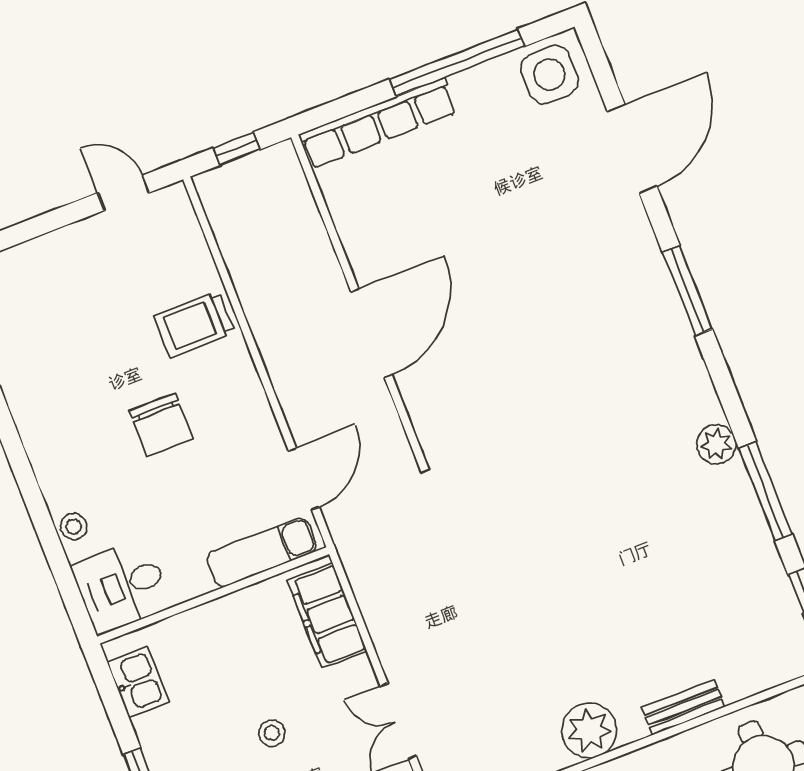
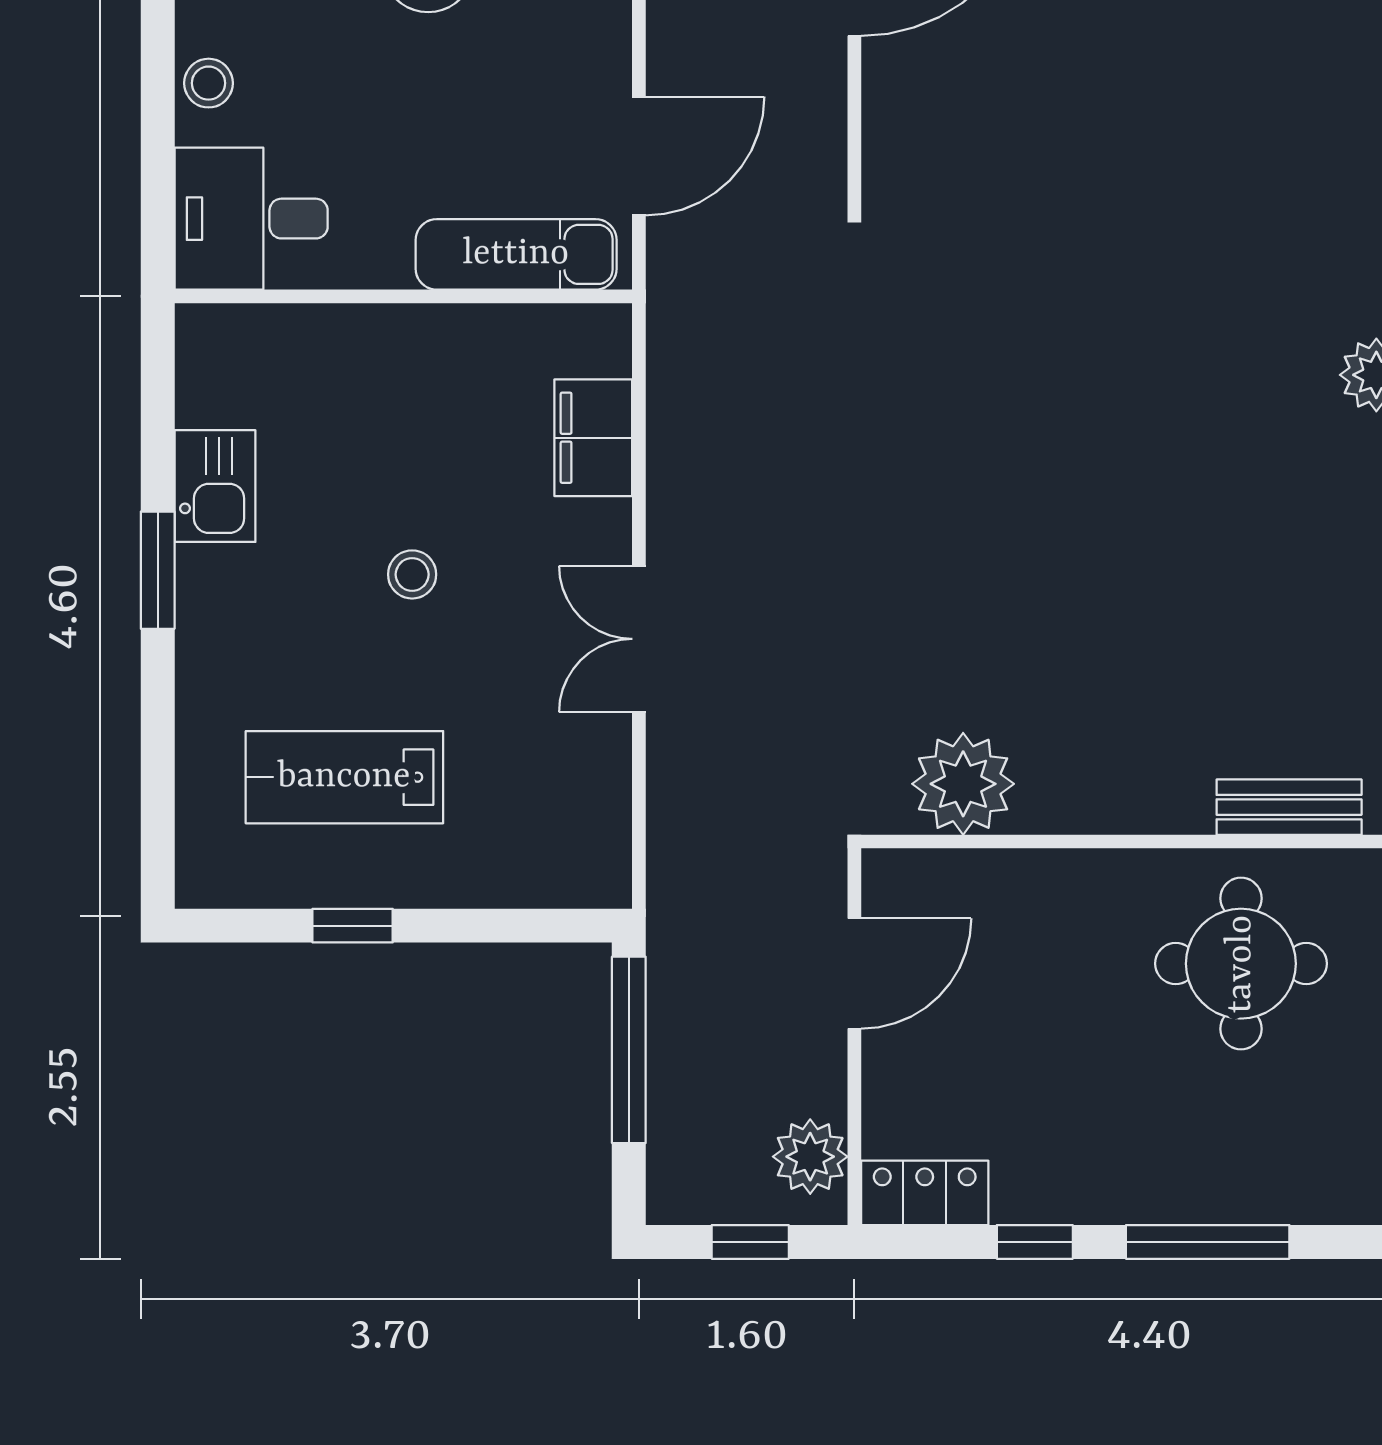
filing cabinet: (327, 616) -> (593, 438), width x0.67, depth x0.86
kitchen sink: (138, 682) -> (215, 486), moved
bench: (683, 707) -> (1289, 807), moved

